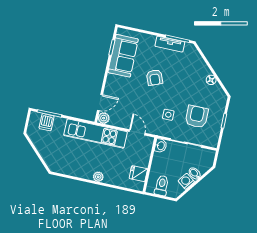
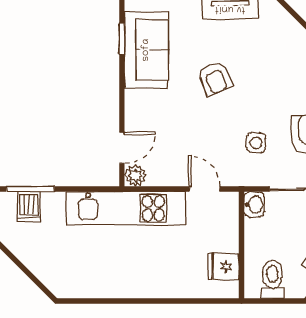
plant: (98, 177) -> (149, 289), removed

